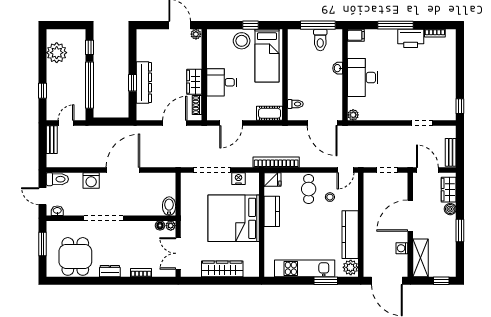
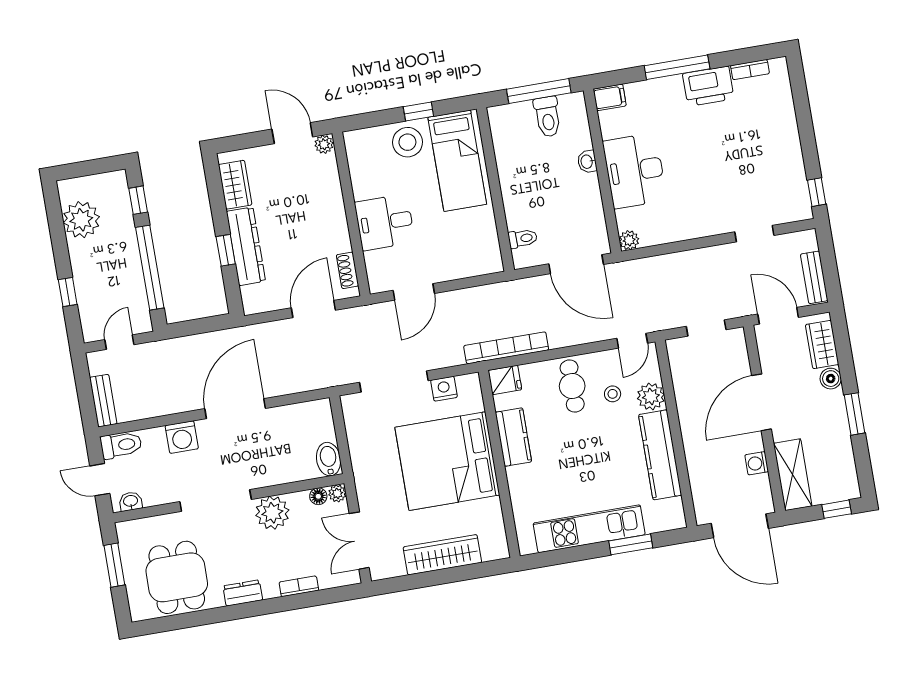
wardrobe: (194, 82) -> (235, 185), moved, turned 180
cot: (270, 113) -> (479, 263), removed
bench: (52, 140) -> (103, 401), moved
plant: (133, 230) -> (272, 513), added
plant: (351, 267) -> (651, 396), moved

